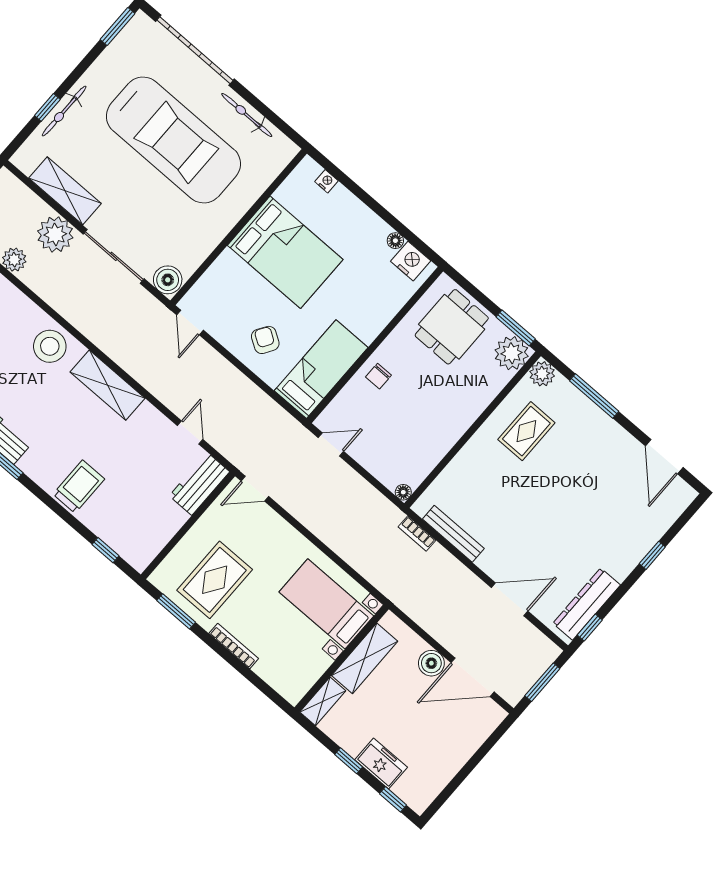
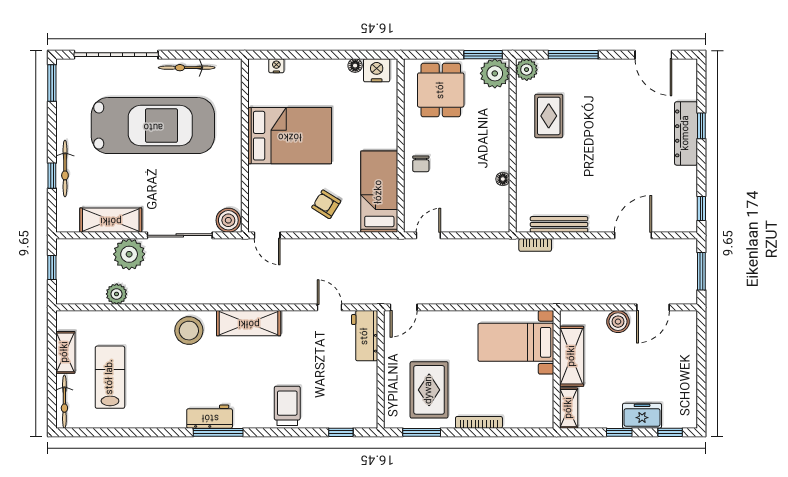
floor lamp: (403, 492) -> (503, 179), moved
dresser: (587, 604) -> (686, 133), moved
door: (473, 677) -> (653, 307), width x0.73

